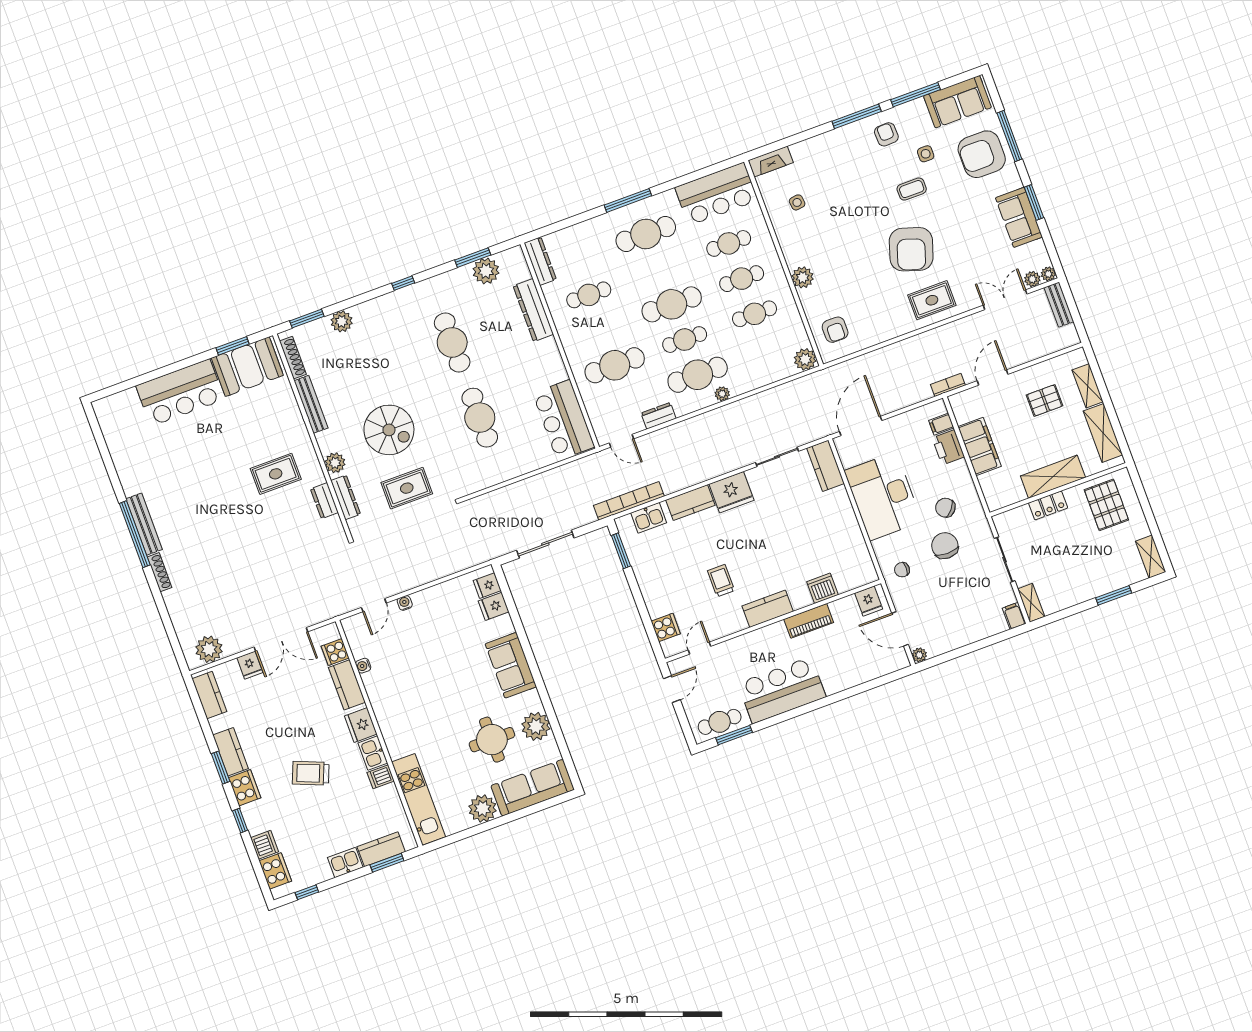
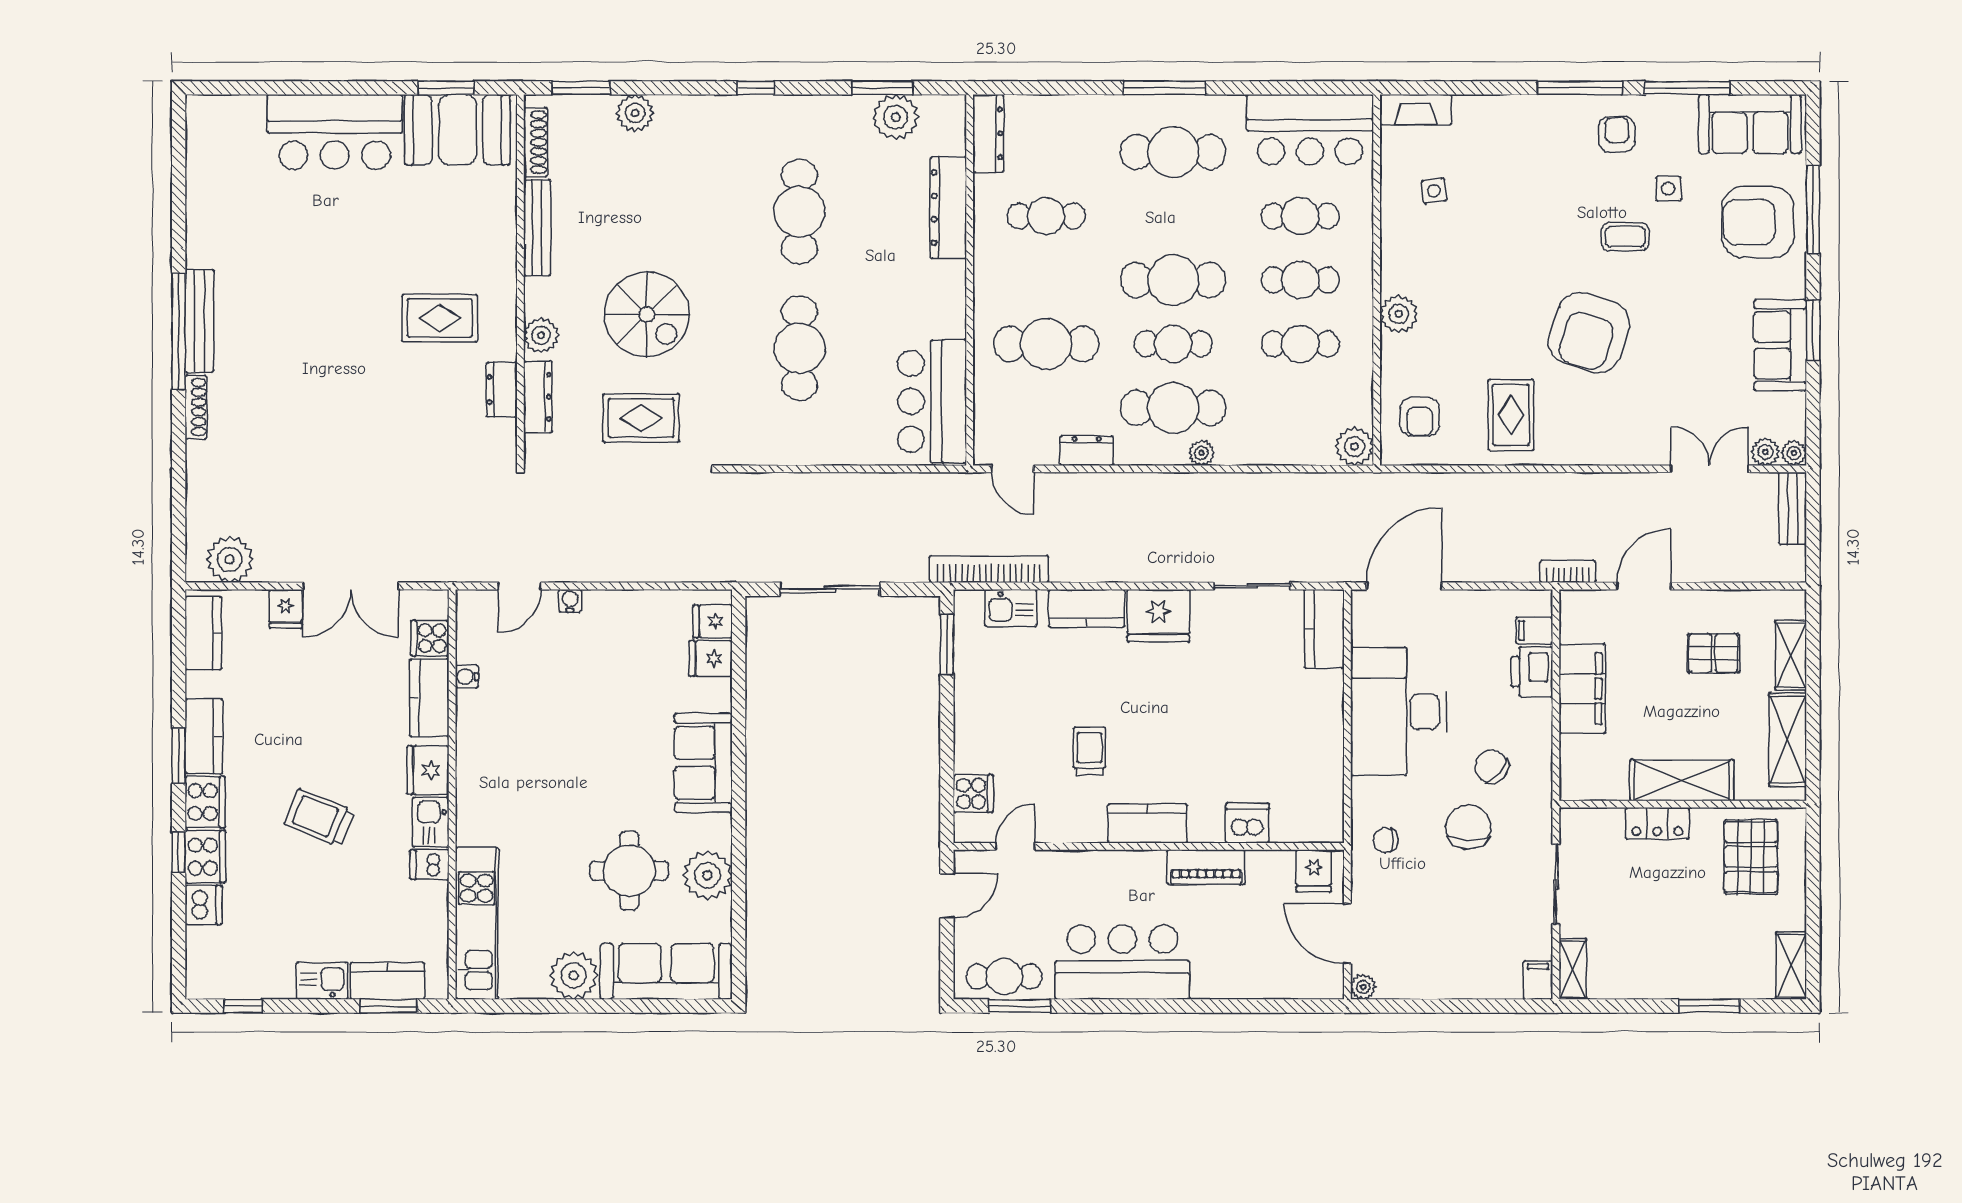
rug: (932, 300) -> (1511, 415), moved, turned 90
cooker: (275, 871) -> (205, 857), moved

